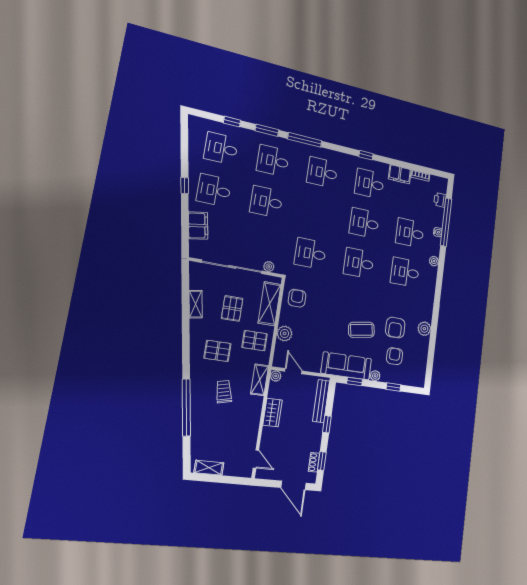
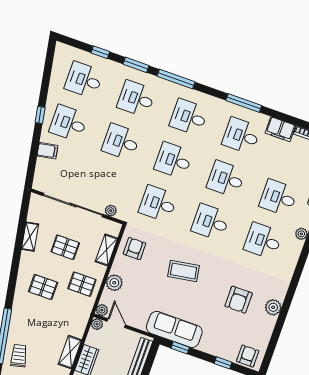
window: (366, 155) -> (244, 103), width x2.17
desk: (316, 213) -> (174, 160), added
filing cabinet: (198, 226) -> (47, 151), width x0.50
shelving: (270, 304) -> (106, 250), width x0.67, depth x0.75
pallet: (232, 308) -> (65, 247), turned 90
coffee table: (361, 330) -> (184, 271), moved
armchair: (395, 356) -> (248, 356), moved
plant: (375, 376) -> (102, 310), moved
shelving: (260, 380) -> (70, 352), moved
trolley: (224, 392) -> (19, 356), moved

